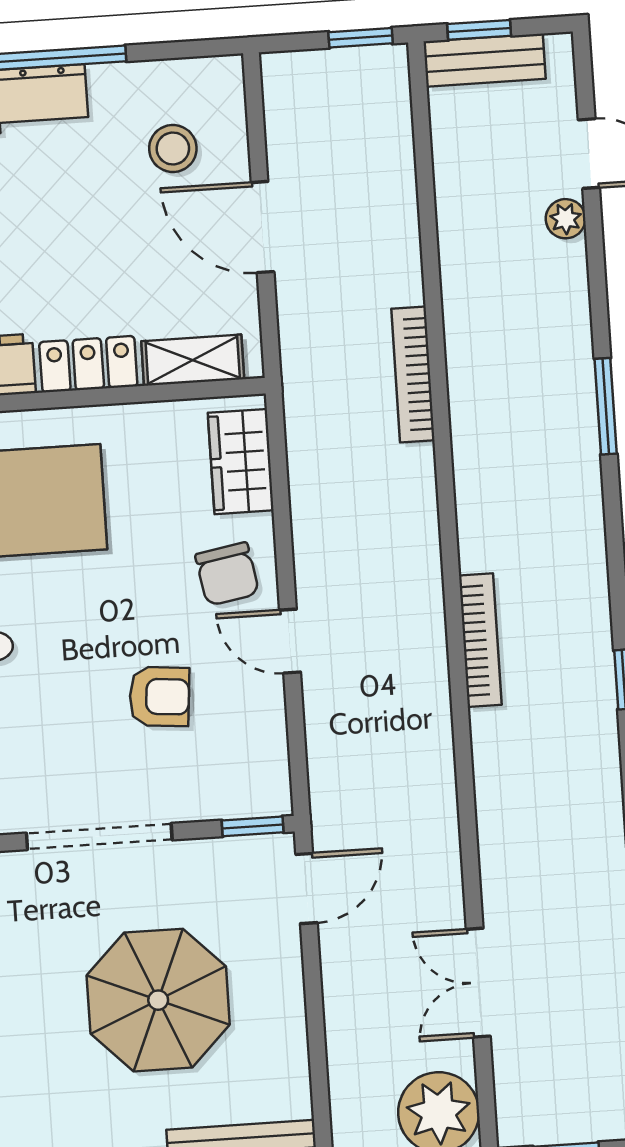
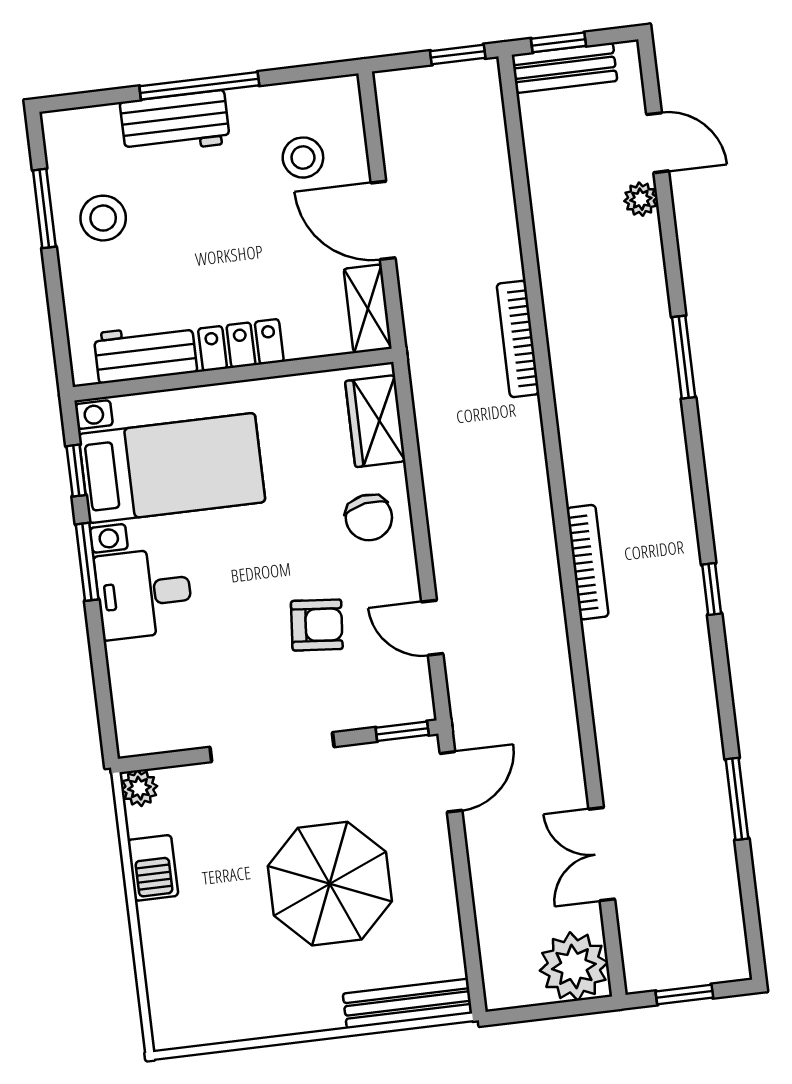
shelving: (193, 360) -> (368, 309), moved, turned 90
door: (290, 641) -> (432, 628), moved

